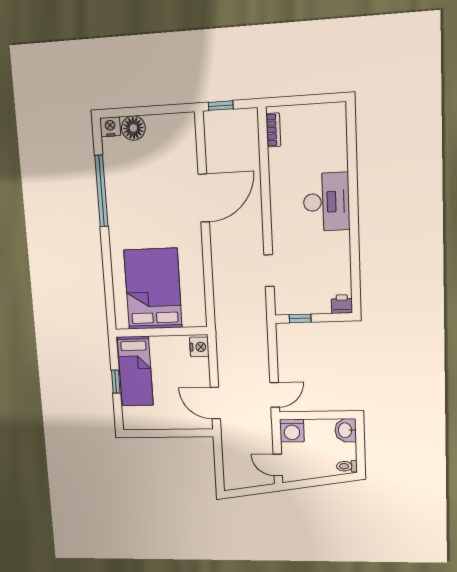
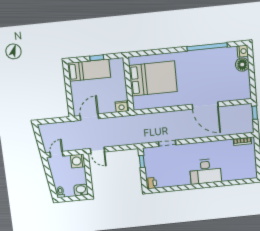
bed: (135, 371) -> (89, 70), moved, turned 180

